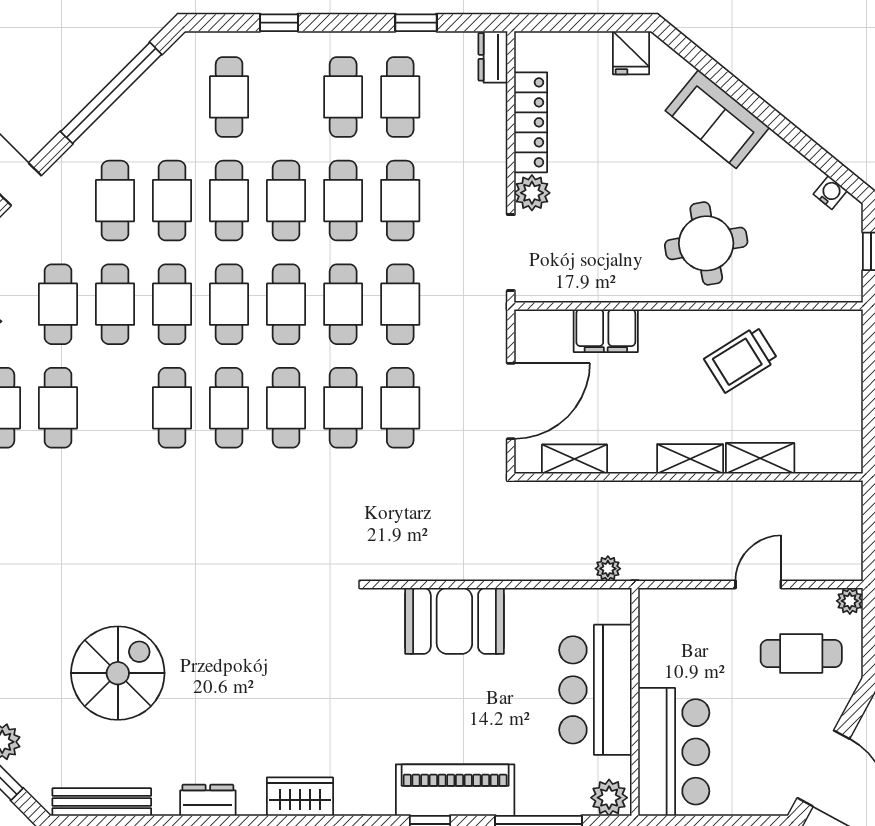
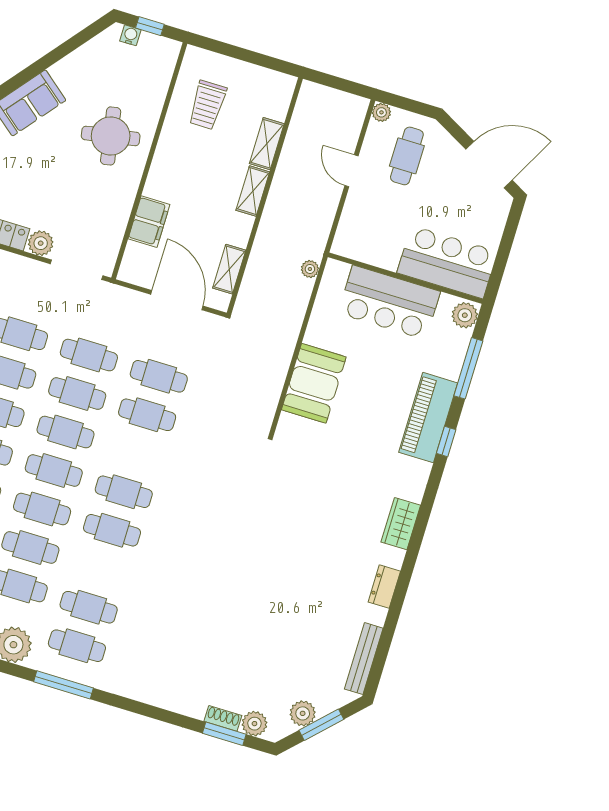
water cooler: (830, 192) -> (130, 35), moved, turned 51
trolley: (741, 359) -> (207, 105), moved, turned 32
cafe table: (286, 408) -> (135, 453), removed
spiral stairs: (118, 673) -> (280, 621), removed

